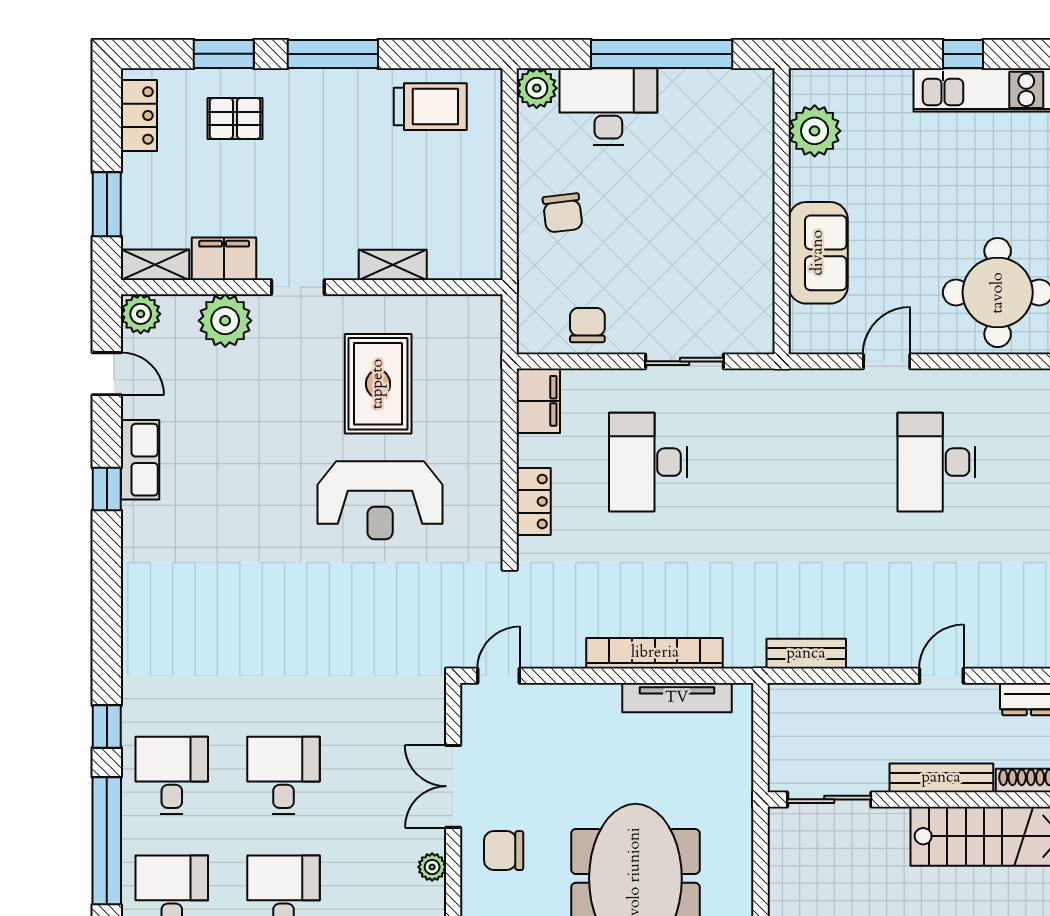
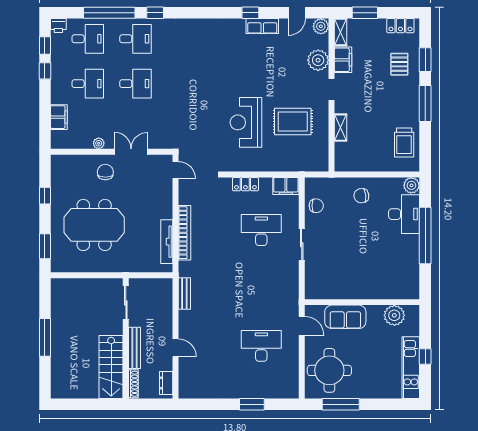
plant: (815, 131) -> (394, 315), moved
wall: (782, 211) -> (362, 302), moved
sofa: (818, 253) -> (345, 317), moved

